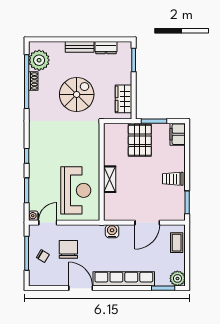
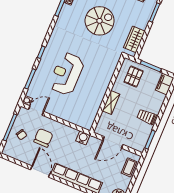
pallet: (140, 140) -> (134, 77), width x0.67, depth x0.71
wall: (102, 172) -> (107, 94), moved
shelving: (110, 179) -> (111, 102), moved
reception desk: (76, 190) -> (67, 74), moved, turned 180

